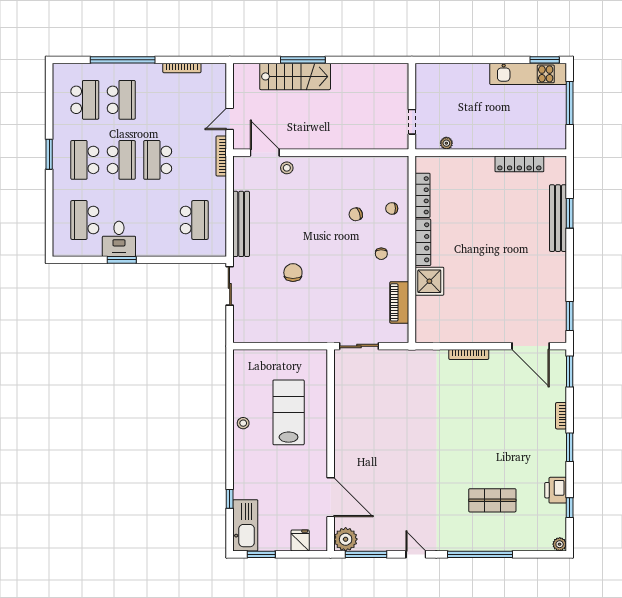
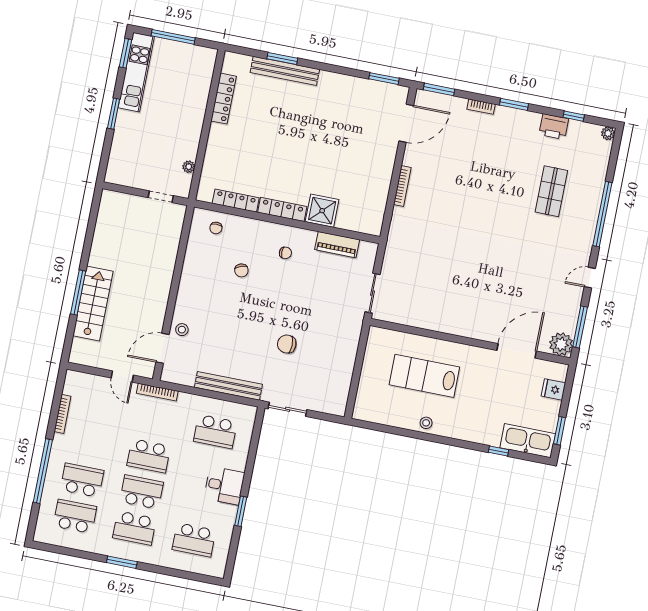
window: (484, 60) -> (114, 114), added
chair: (392, 208) -> (216, 228), moved
school desk: (194, 220) -> (215, 432), turned 180
desk: (119, 239) -> (224, 486), moved

